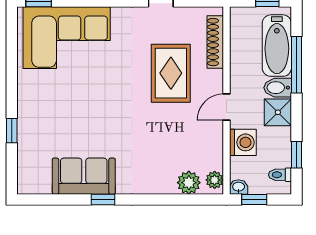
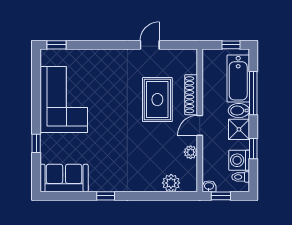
corner sofa: (67, 38) -> (64, 99), moved, turned -90
shoe rack: (215, 42) -> (191, 95), moved
washing machine: (243, 142) -> (239, 160), moved, turned 180
window: (297, 155) -> (253, 149), moved
sofa: (84, 176) -> (64, 178), moved
plant: (215, 180) -> (191, 152), moved

